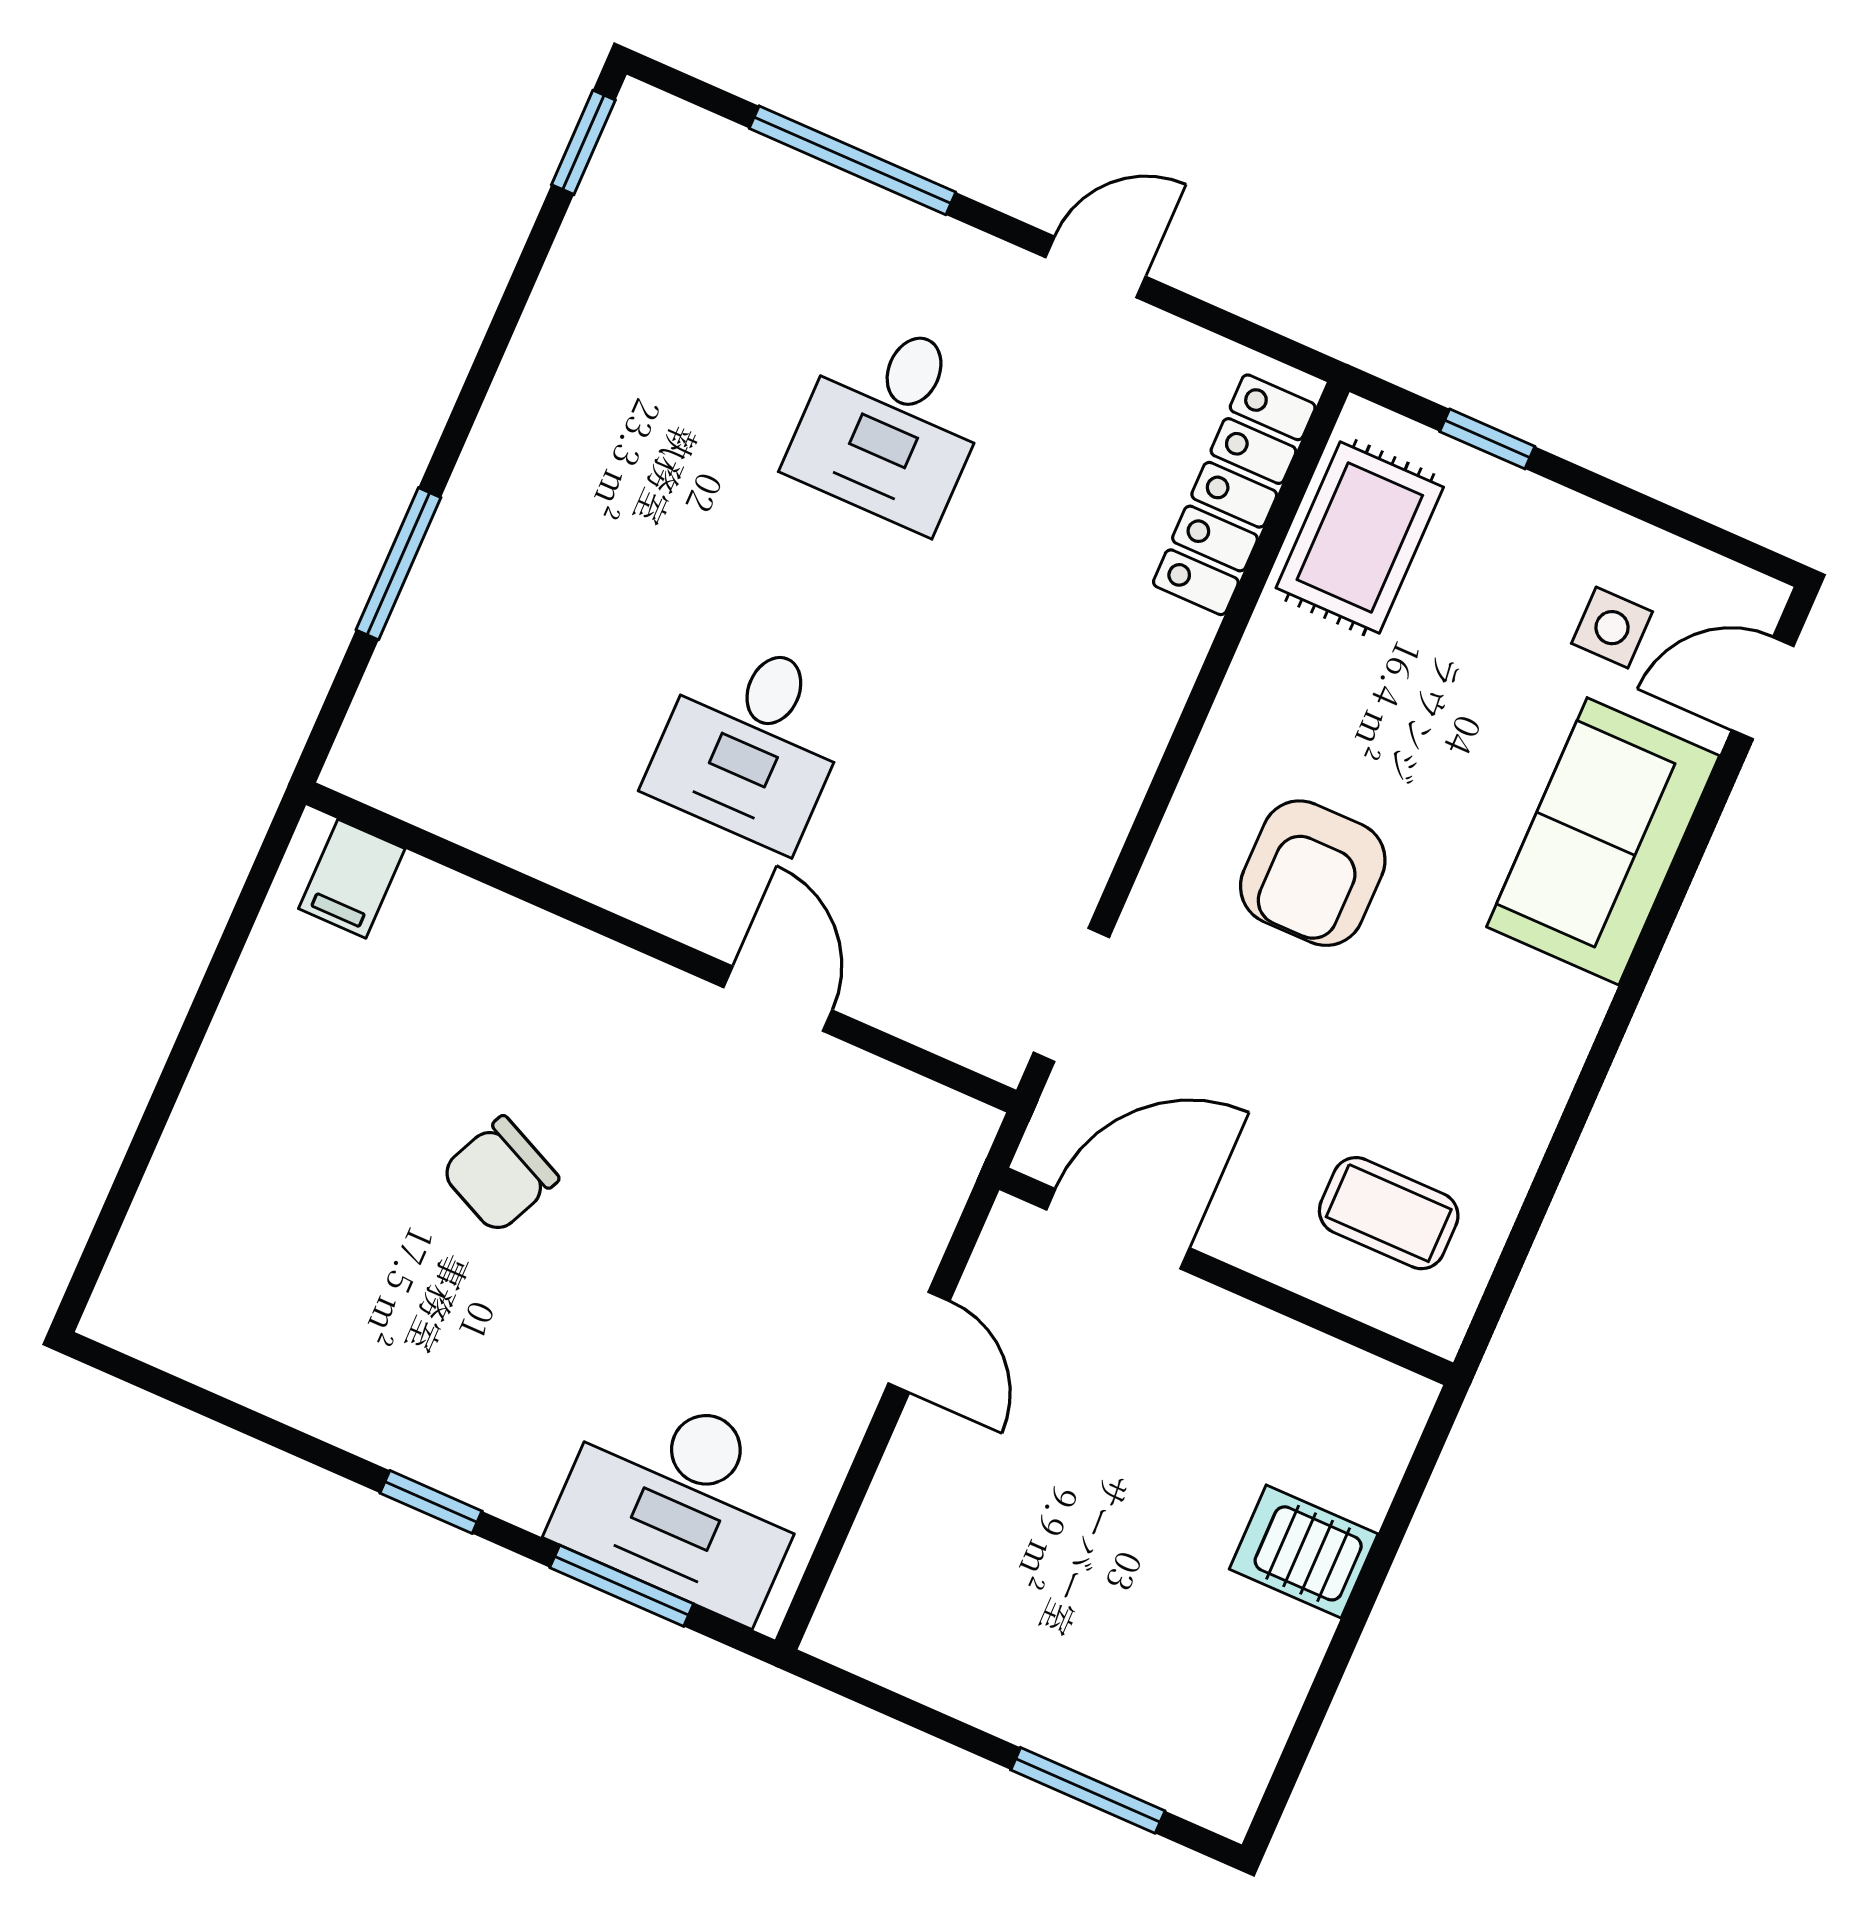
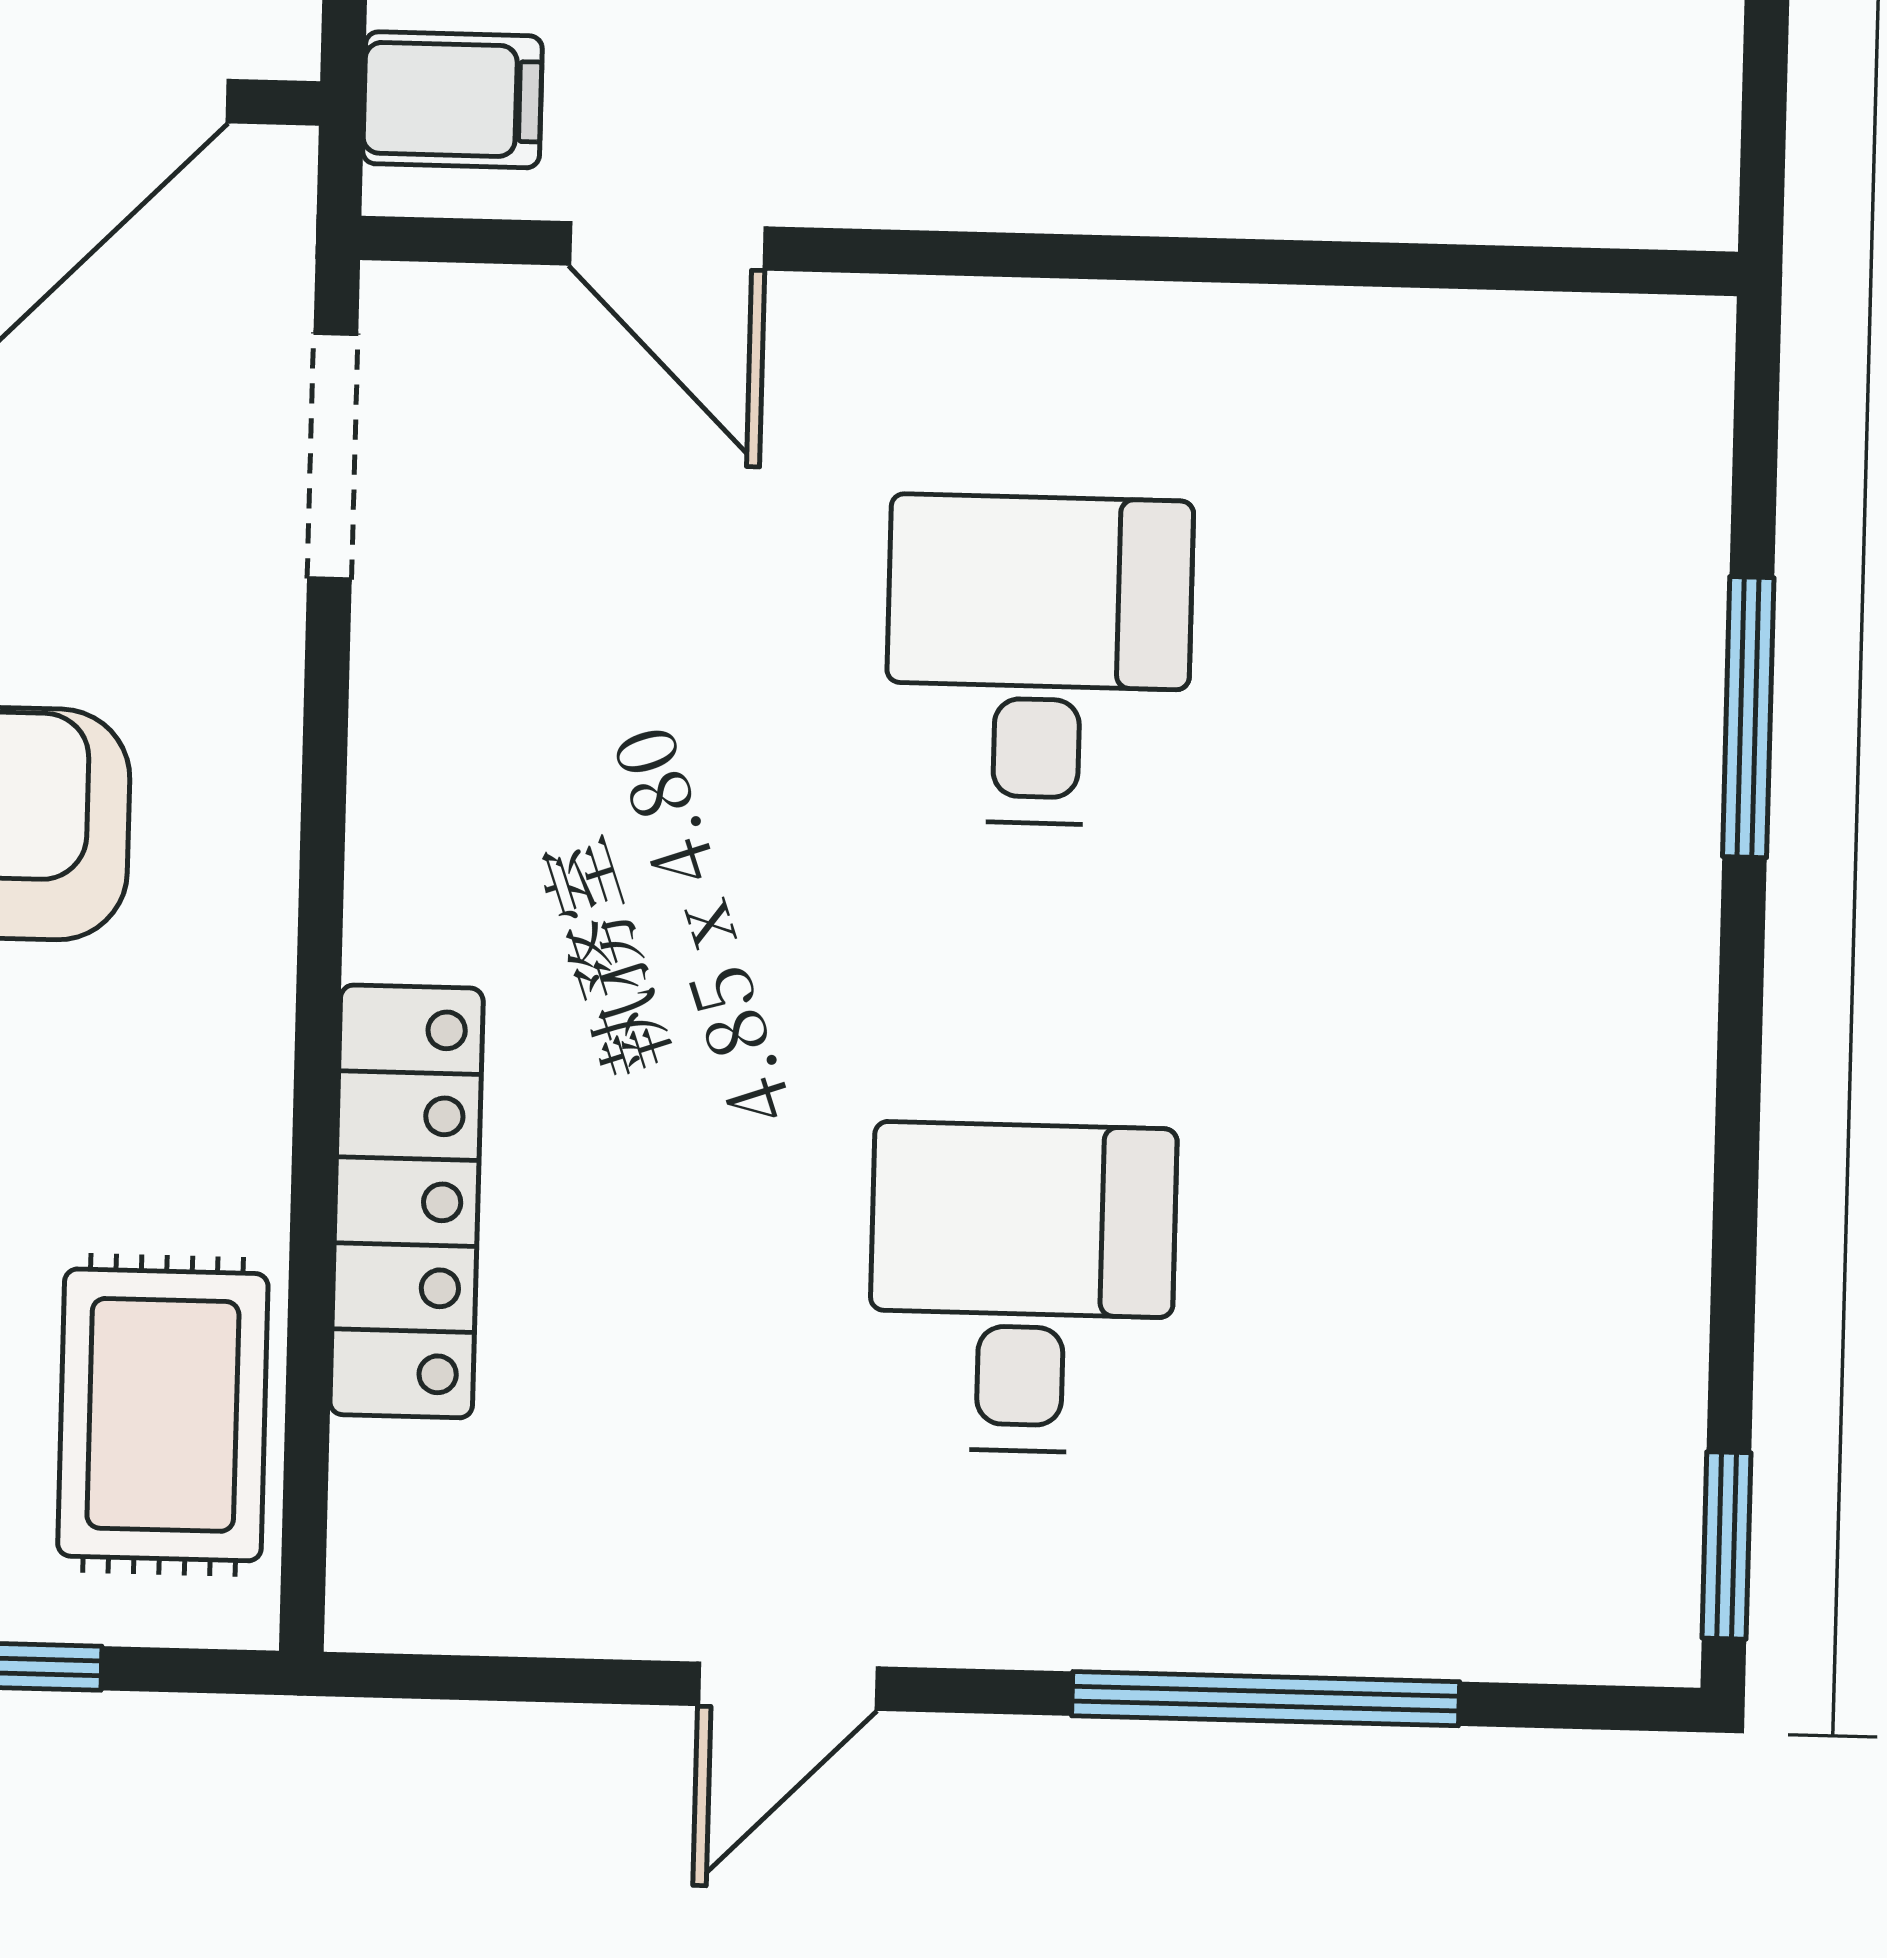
locker: (1234, 495) -> (407, 1201), moved
filing cabinet: (352, 879) -> (452, 100), moved, turned 90
door: (778, 999) -> (667, 246), moved

